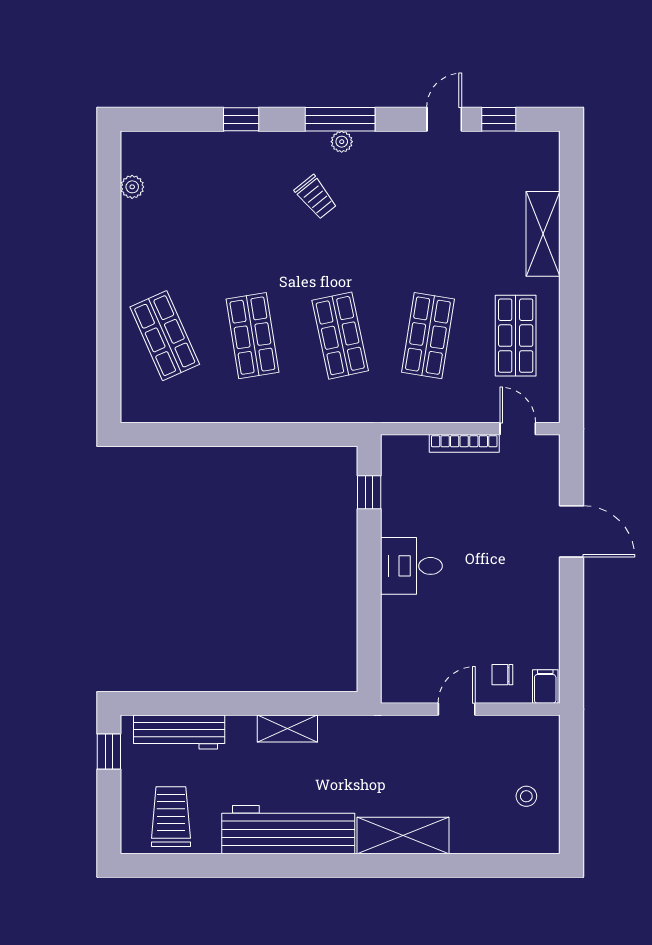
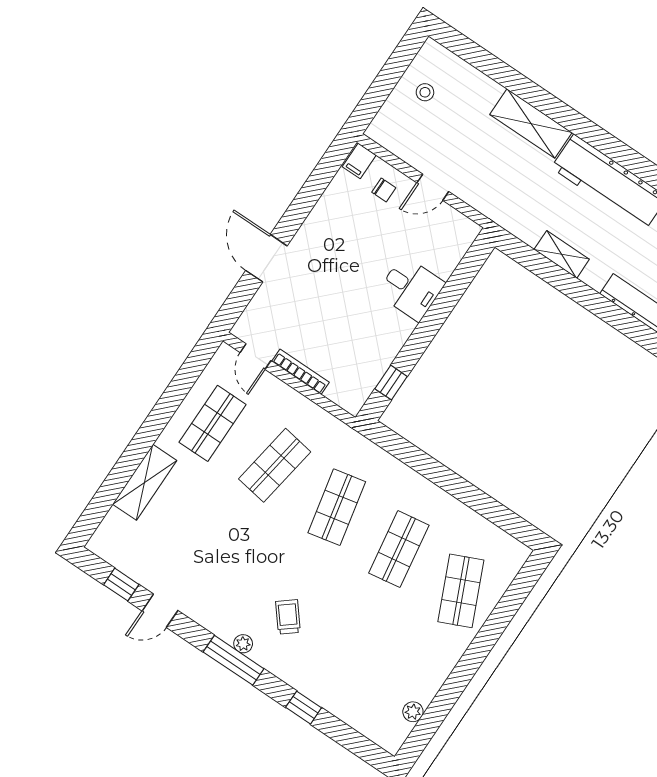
desk: (411, 566) -> (411, 288), moved

